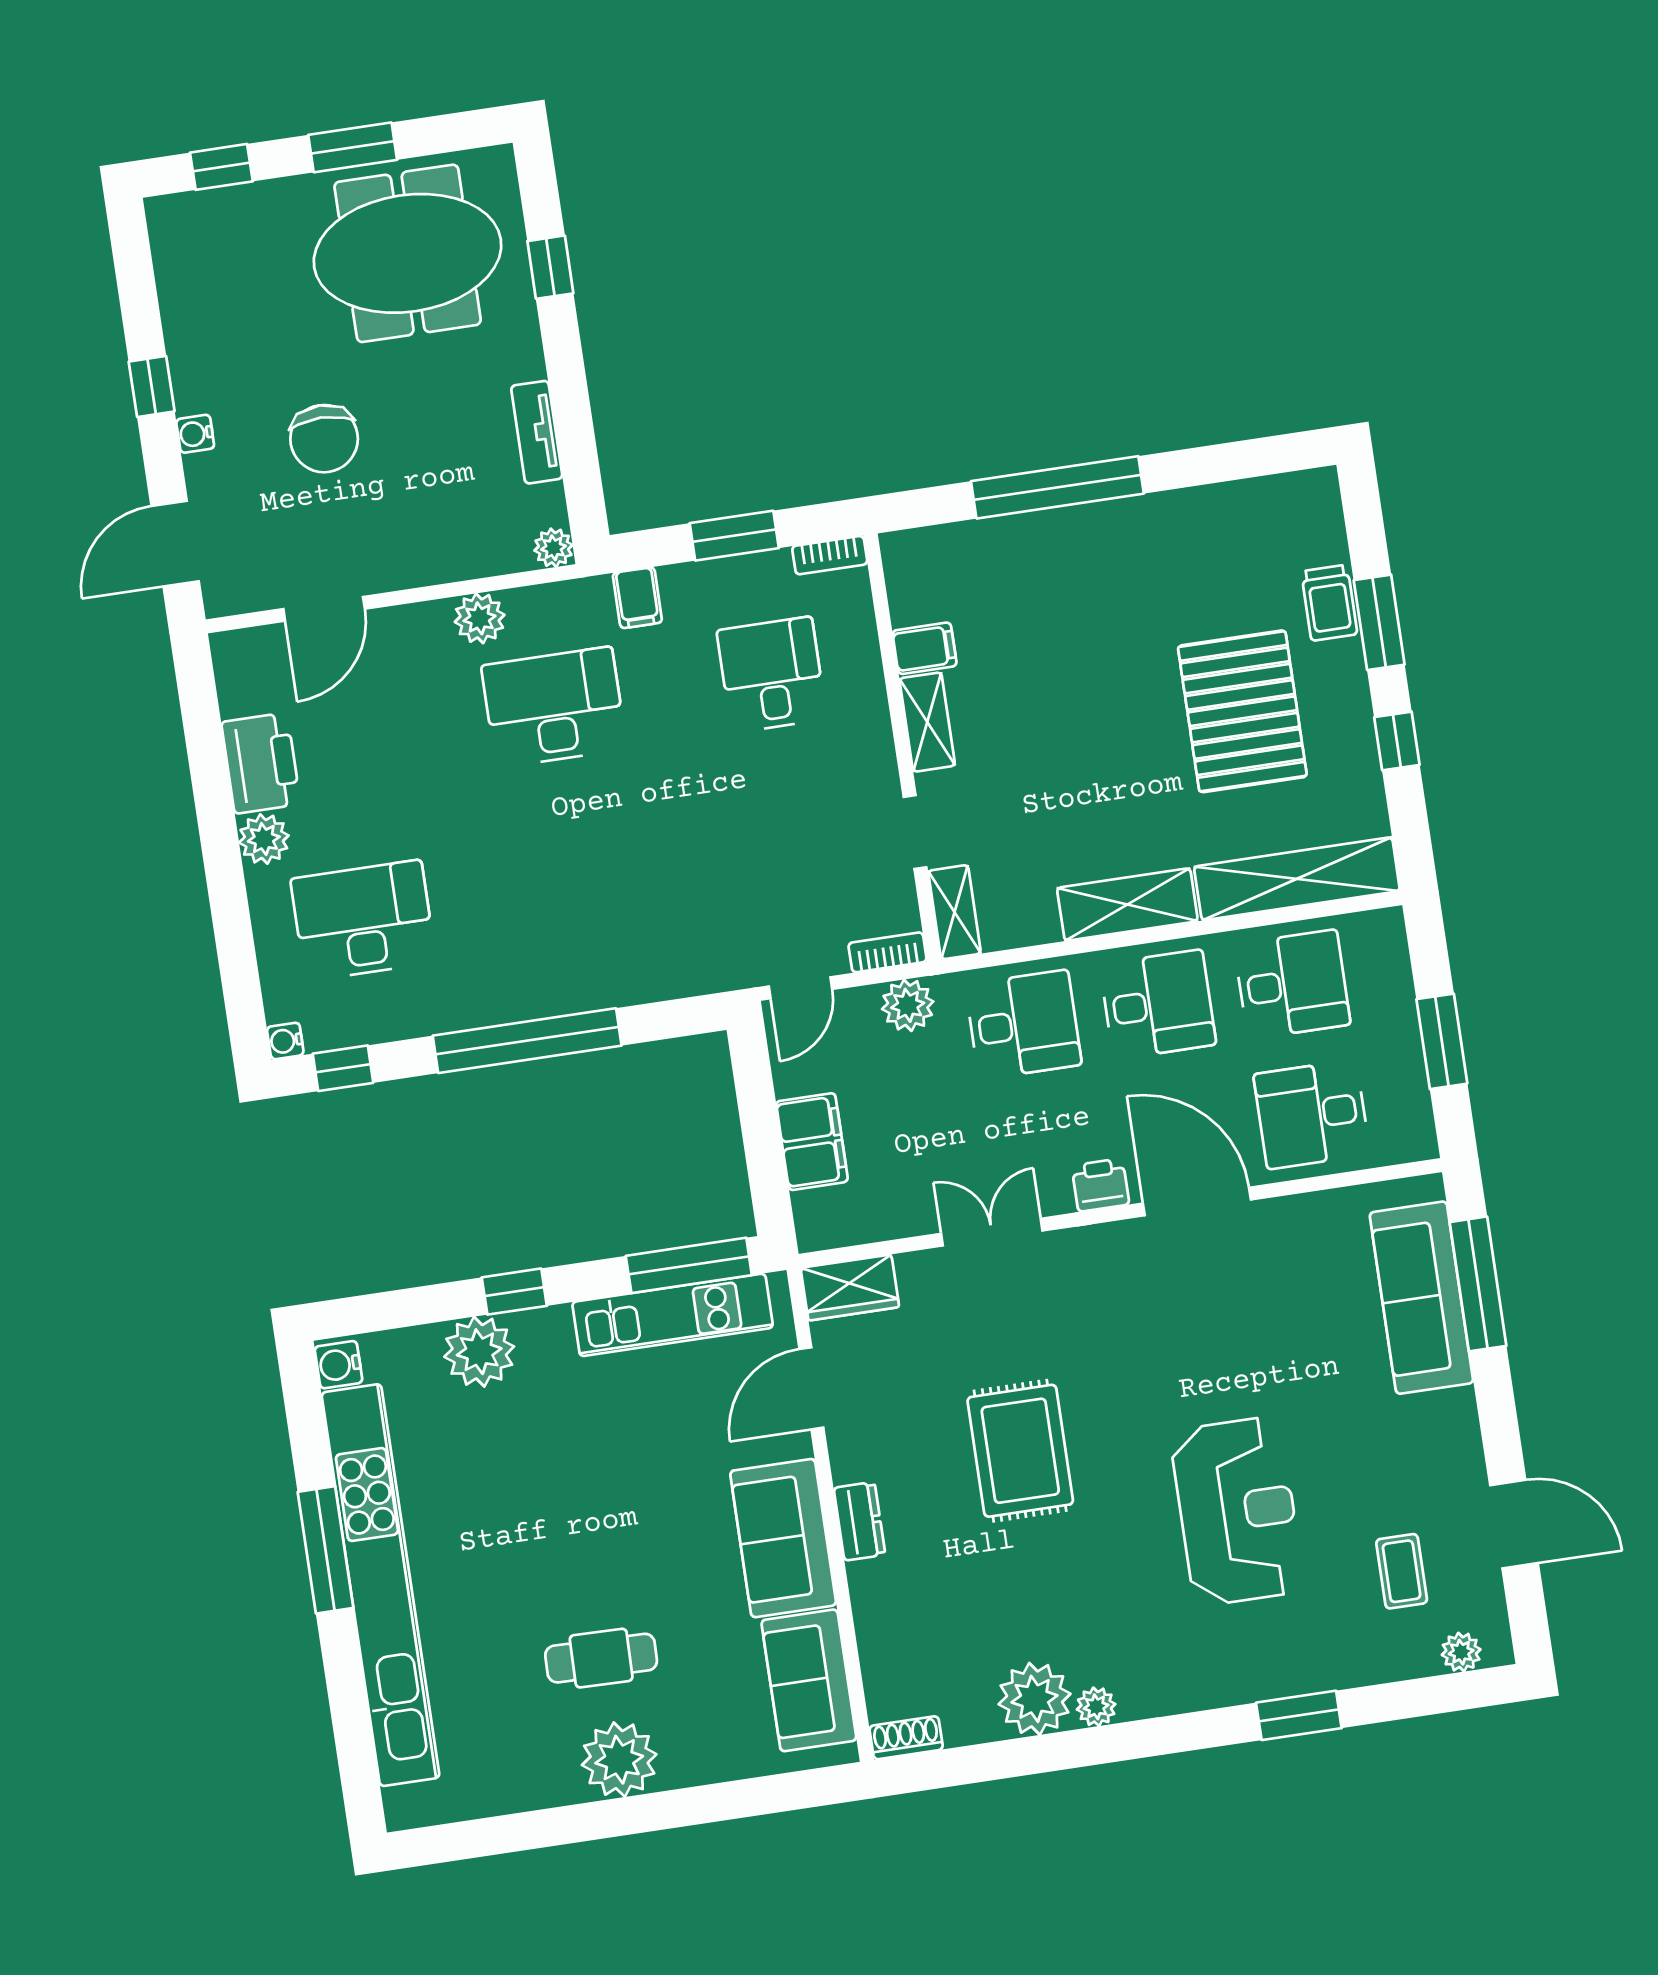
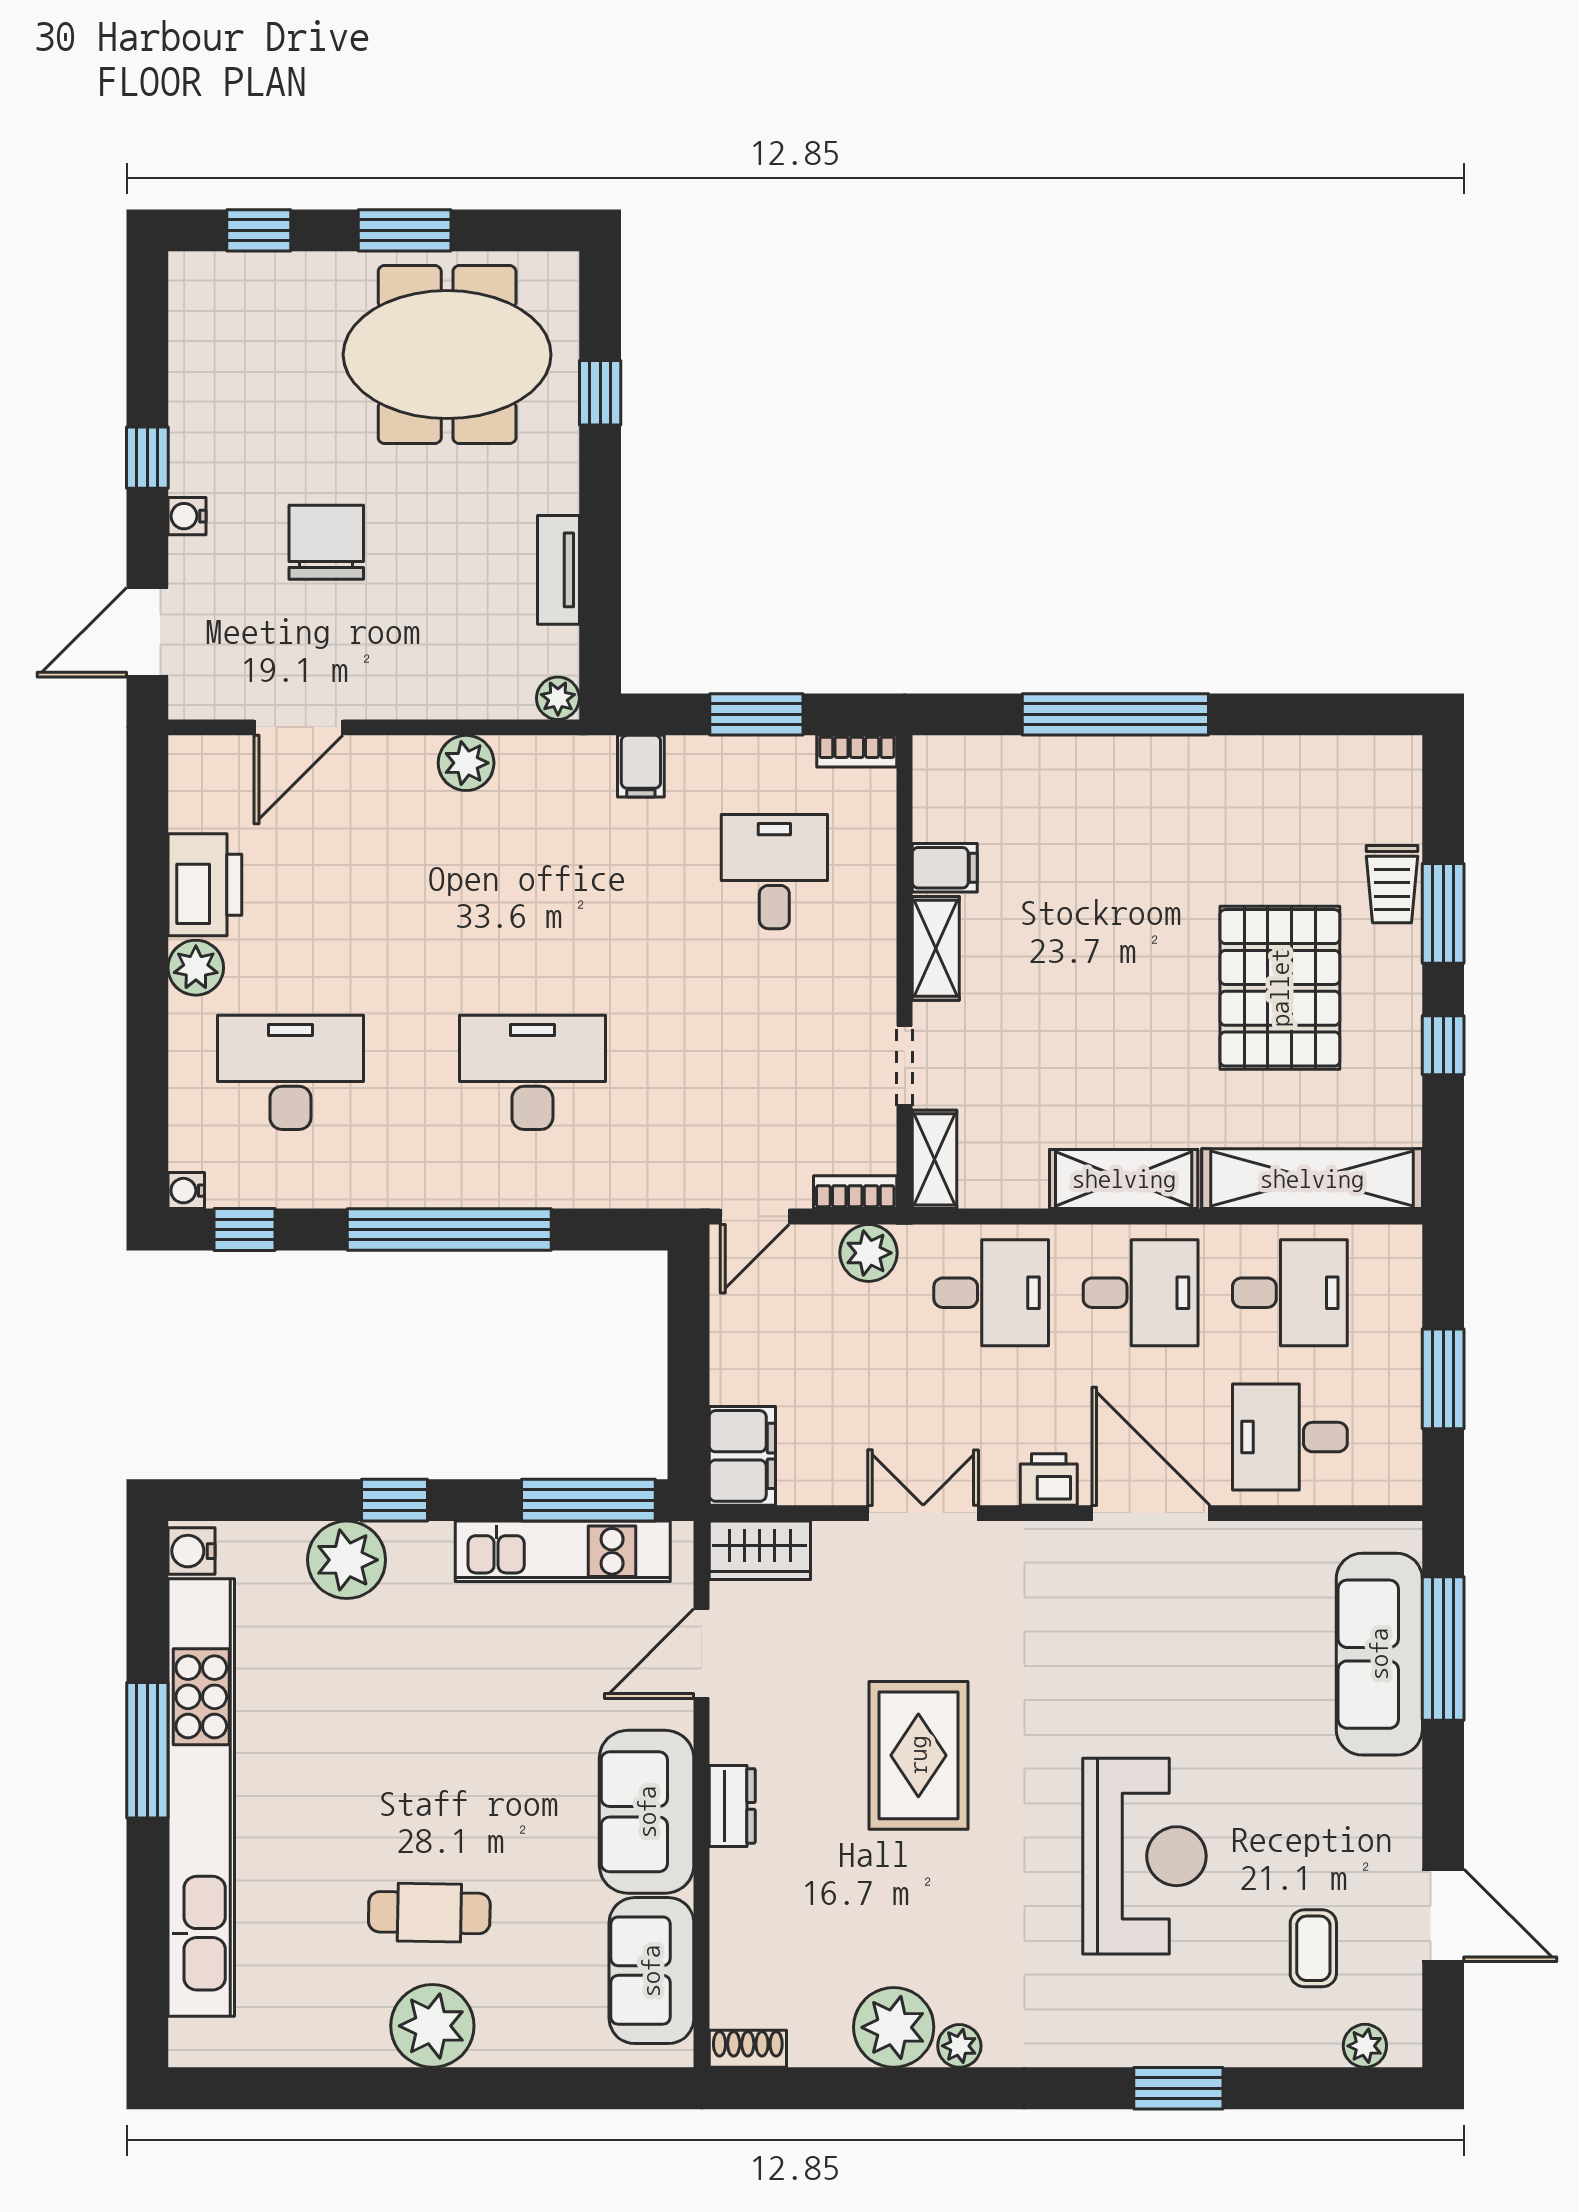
chair: (324, 439) -> (326, 542), turned 180
desk: (554, 707) -> (532, 1072), moved
filing cabinet: (812, 1142) -> (742, 1456), moved

